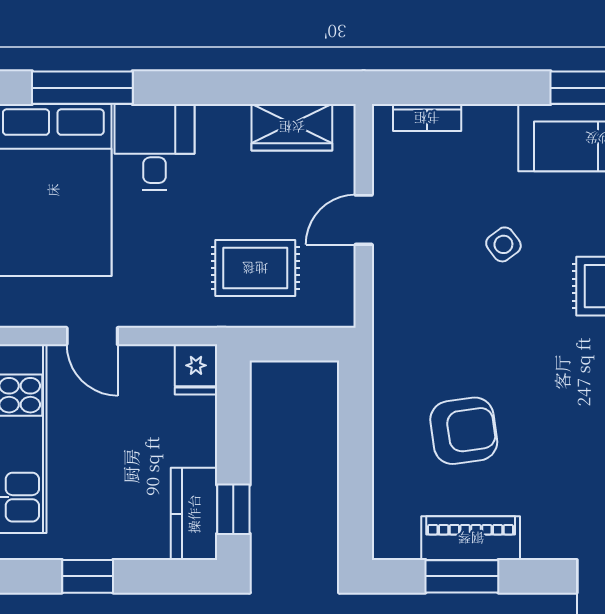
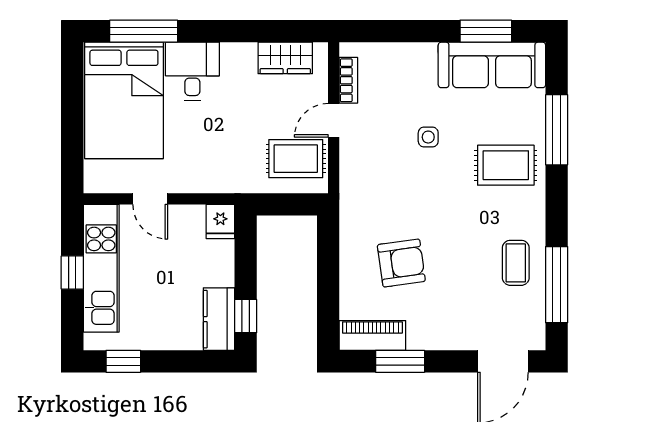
bookcase: (427, 118) -> (348, 80), moved, turned -90
side table: (503, 244) -> (428, 137), turned 37
rug: (255, 268) -> (296, 159), moved
piano: (471, 538) -> (372, 335), moved
window: (88, 576) -> (123, 361), moved

